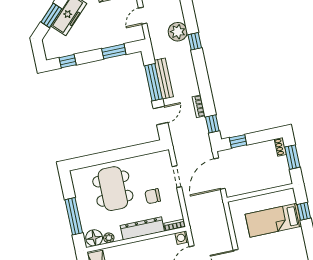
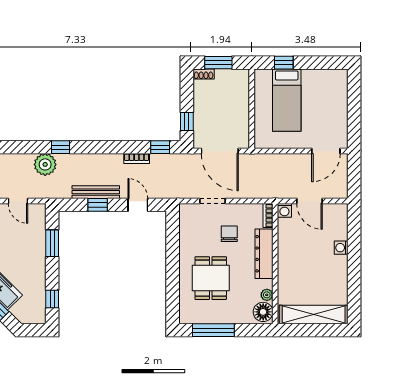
window: (153, 82) -> (98, 205), width x0.46
dining table: (113, 189) -> (211, 278), width x0.73
chair: (153, 196) -> (229, 234), turned 180
window: (74, 216) -> (213, 330), moved

